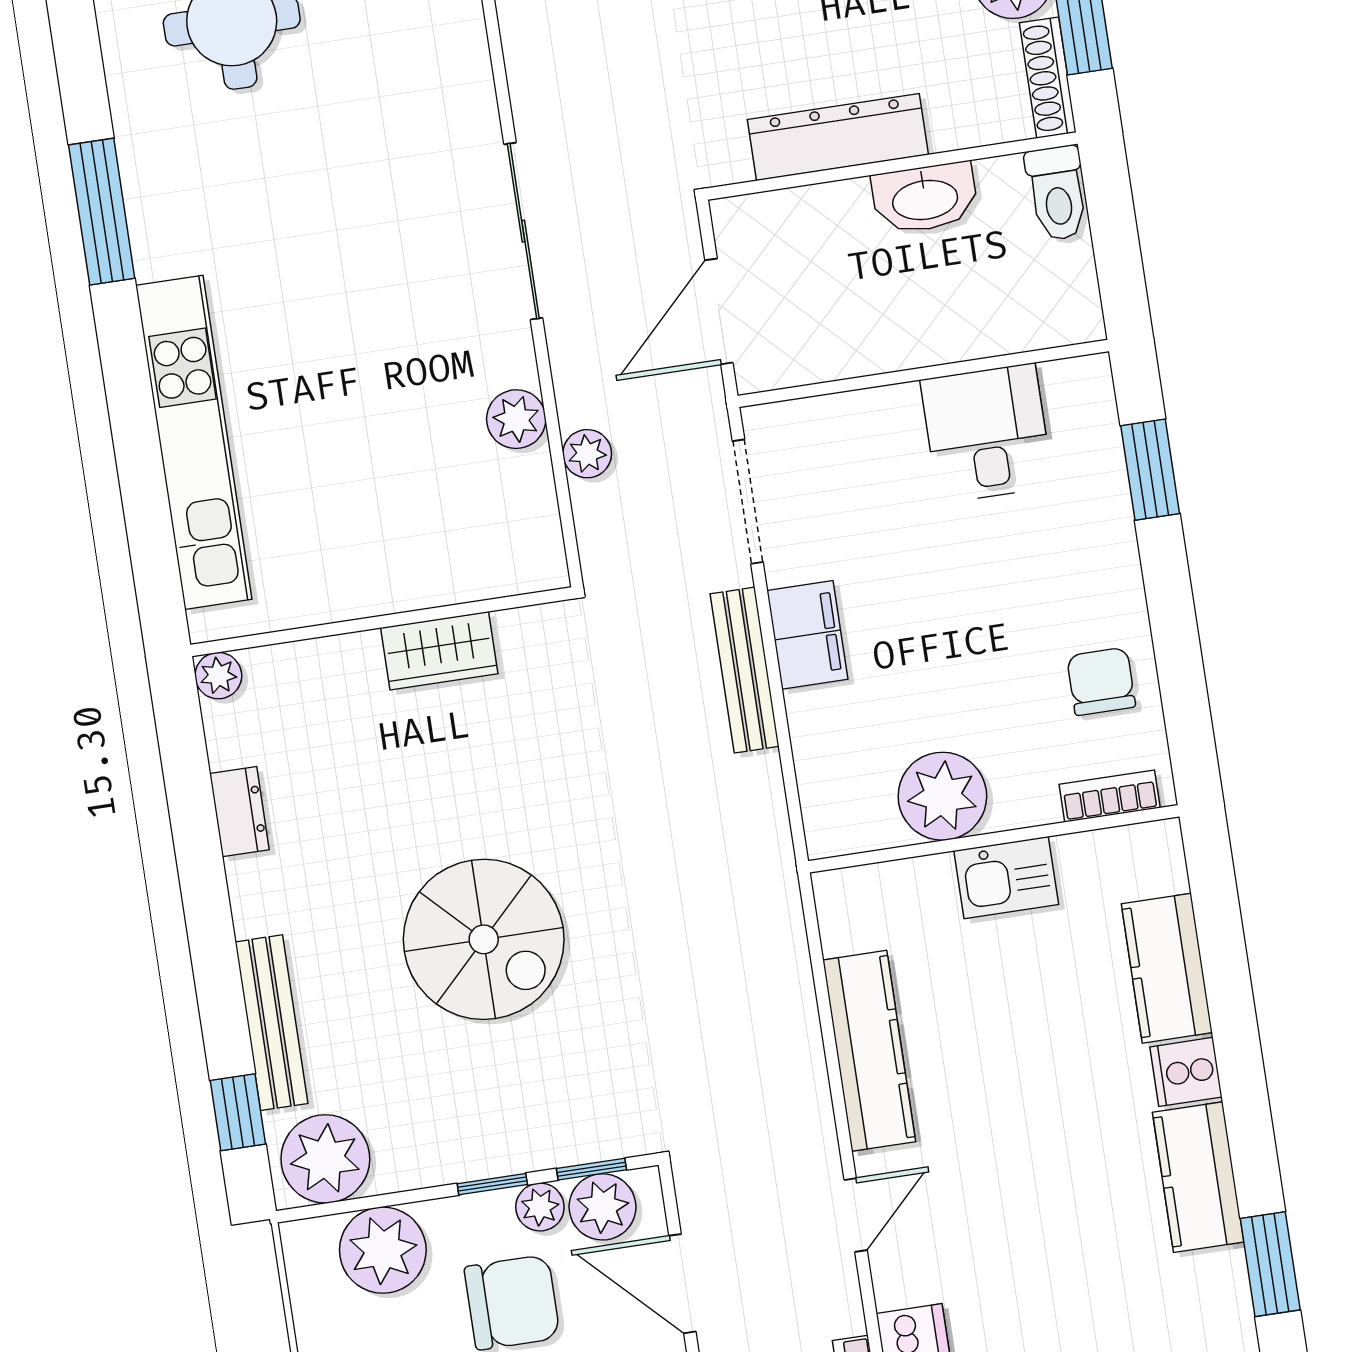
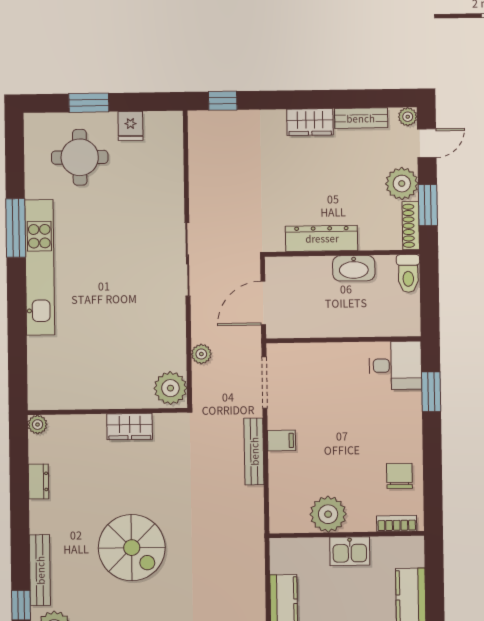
plant: (516, 419) -> (170, 388), moved, width x1.36, depth x1.36
desk: (987, 433) -> (395, 365), moved, turned 90
kitchen unit: (194, 442) -> (40, 267), moved
filing cabinet: (807, 635) -> (282, 441), width x0.50

